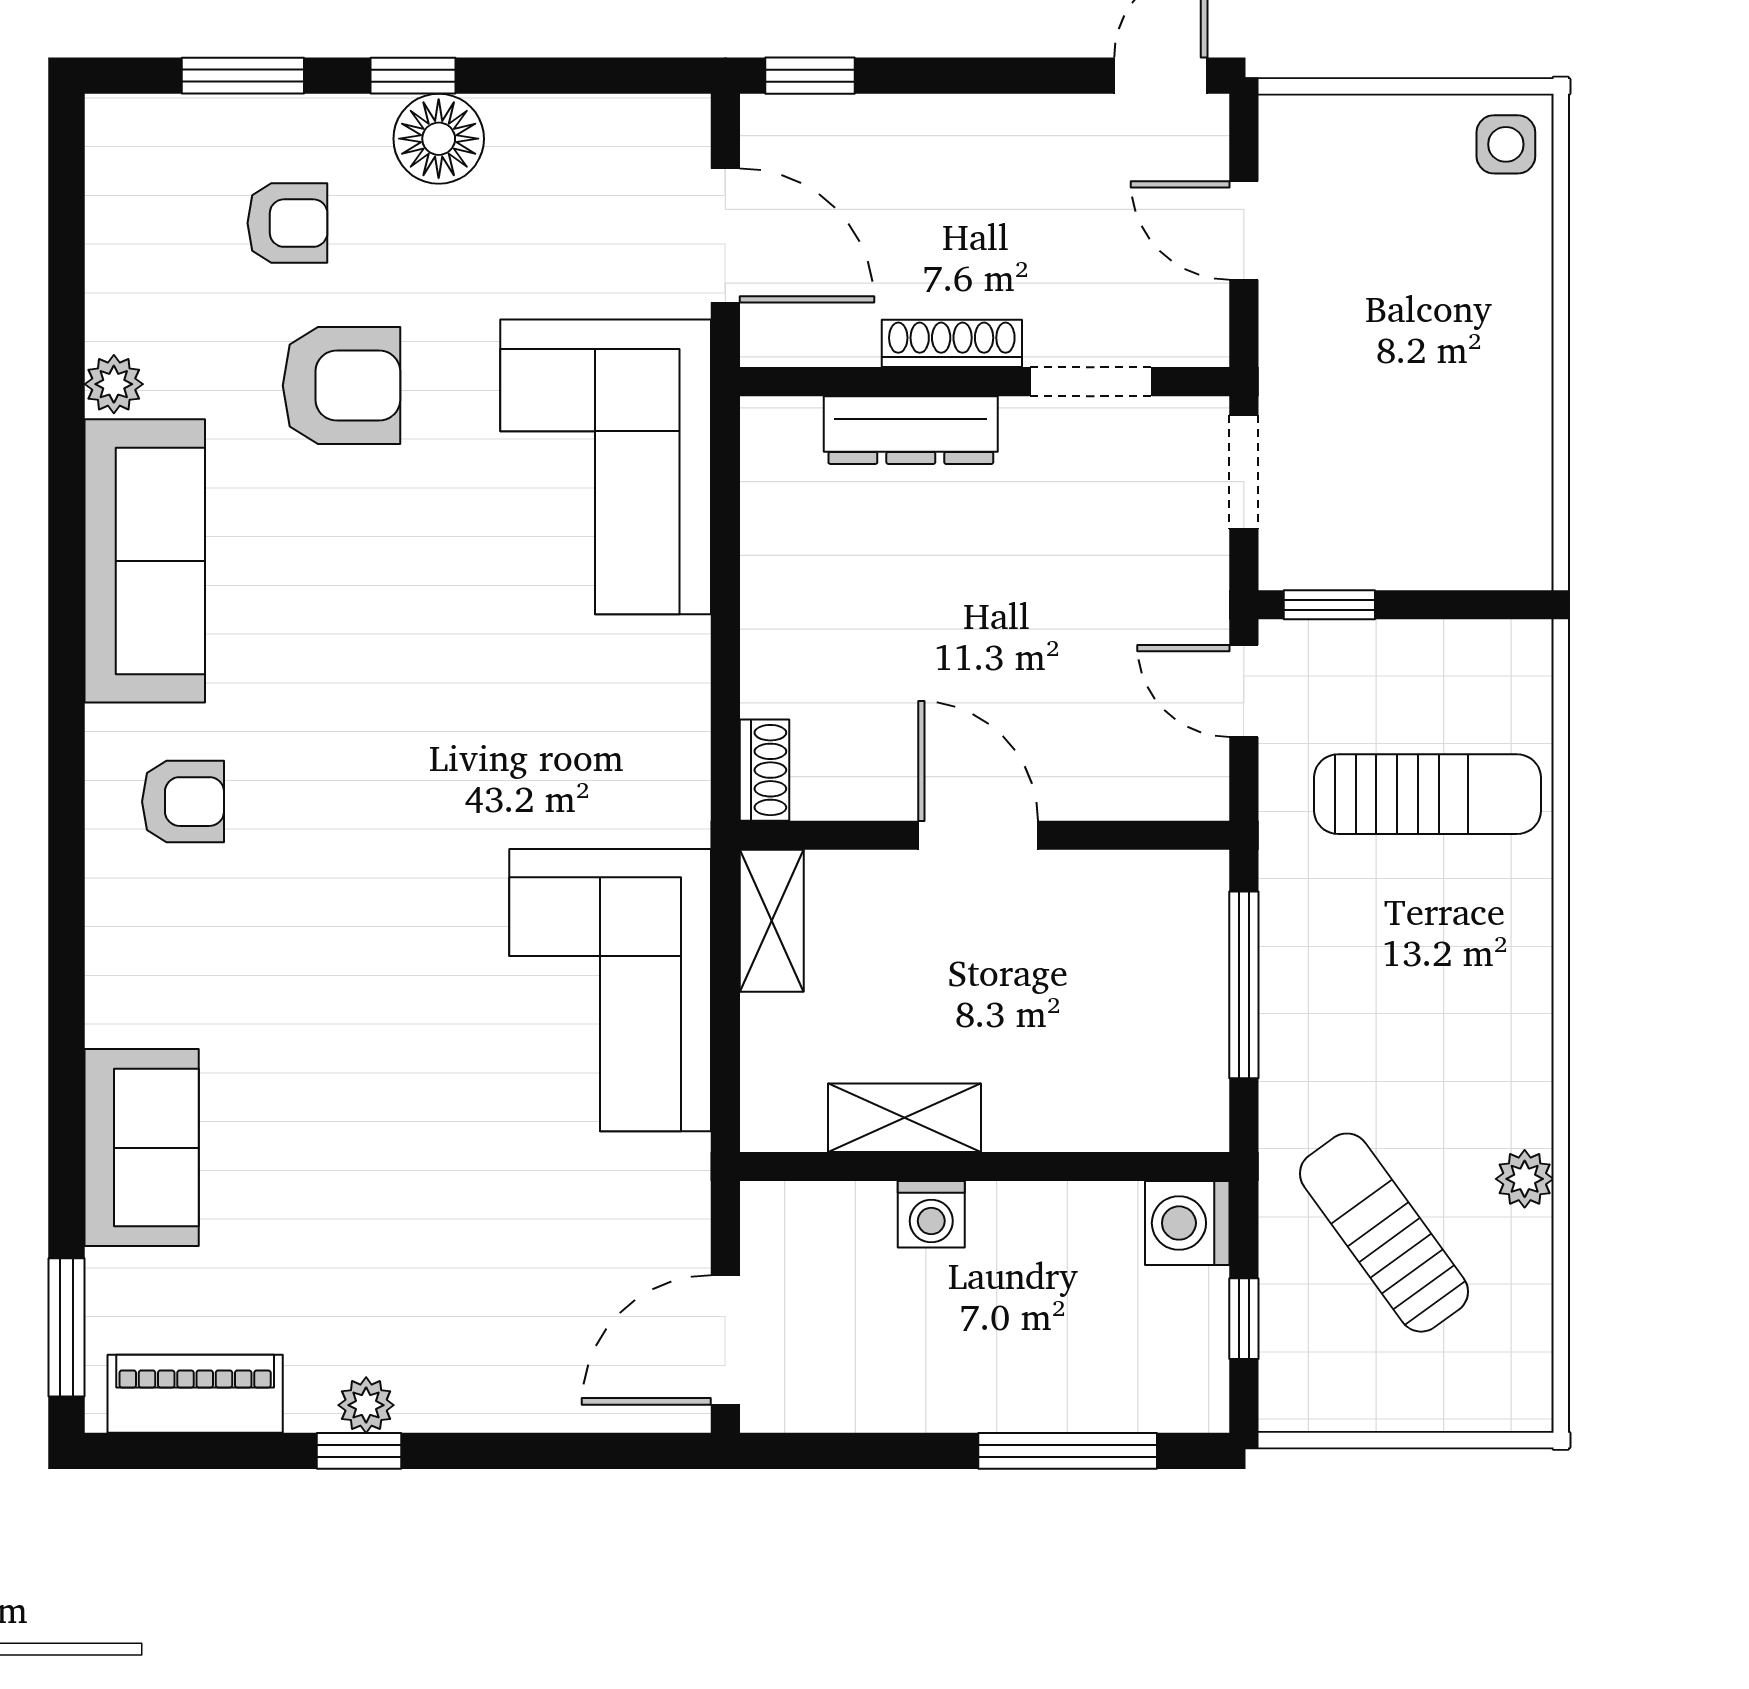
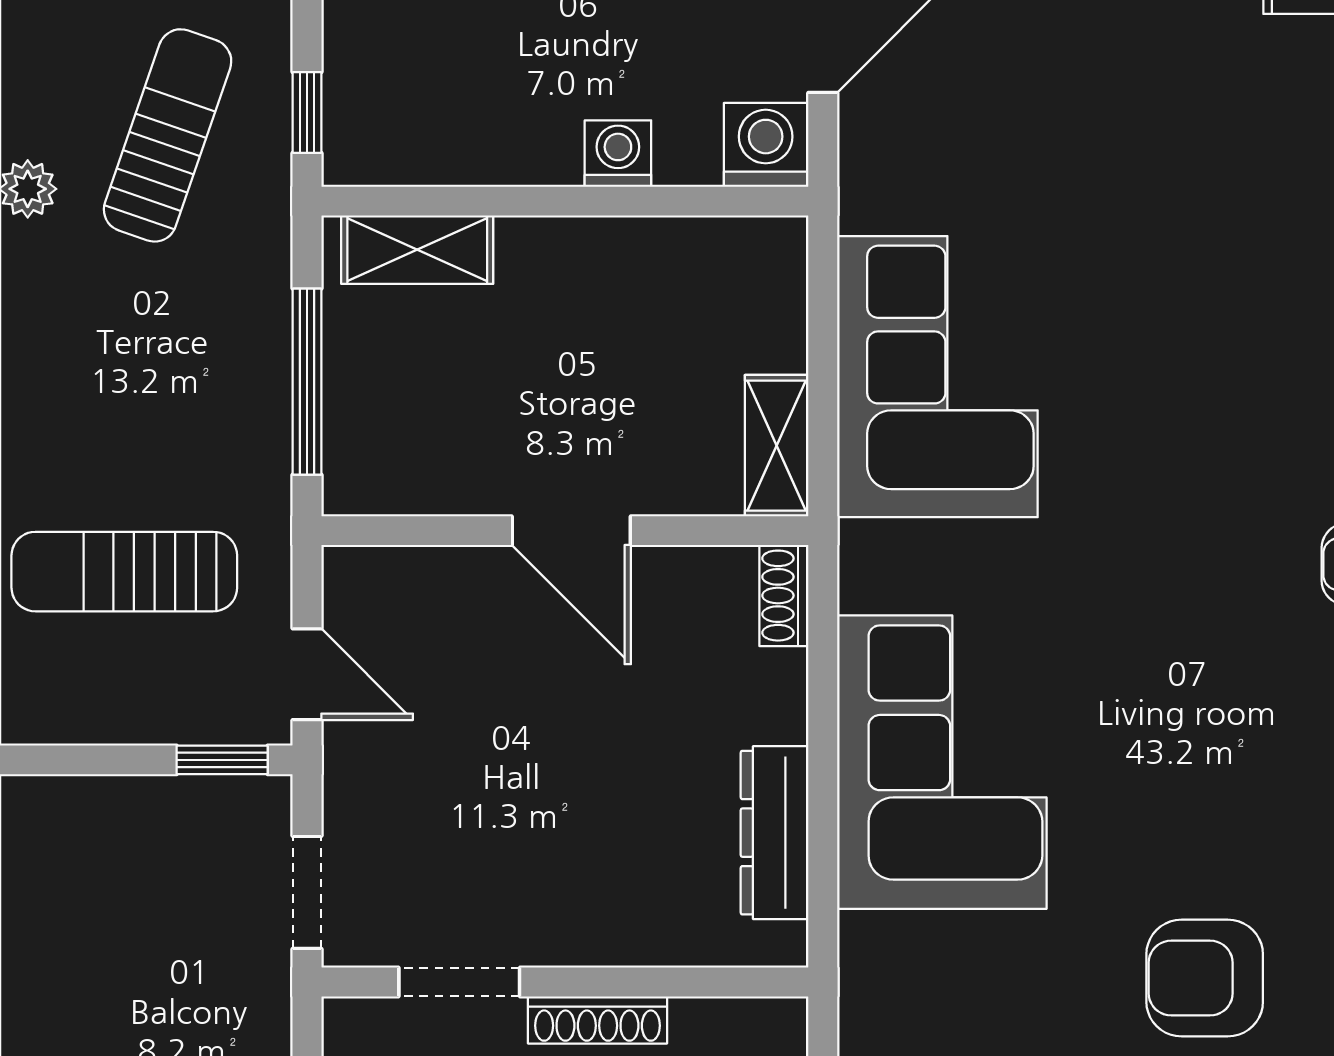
dresser: (911, 430) -> (775, 833), moved, turned -90
corner sofa: (606, 467) -> (942, 762), moved
shelving: (905, 1118) -> (417, 250), moved
washing machine: (1187, 1223) -> (766, 145), moved, turned -90
sun lounger: (1384, 1233) -> (168, 135), turned -125
window: (1244, 1319) -> (307, 113), moved

